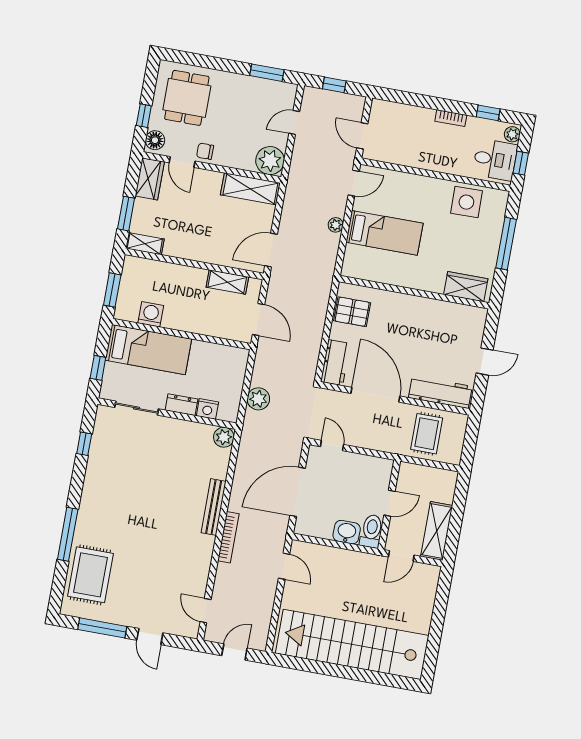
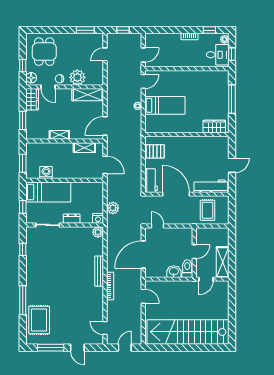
door: (362, 136) -> (143, 55), swing flipped
plant: (270, 161) -> (77, 77), moved
side table: (466, 202) -> (206, 81), removed
shelving: (145, 244) -> (59, 135), moved
nightstand: (207, 409) -> (98, 218), moved

